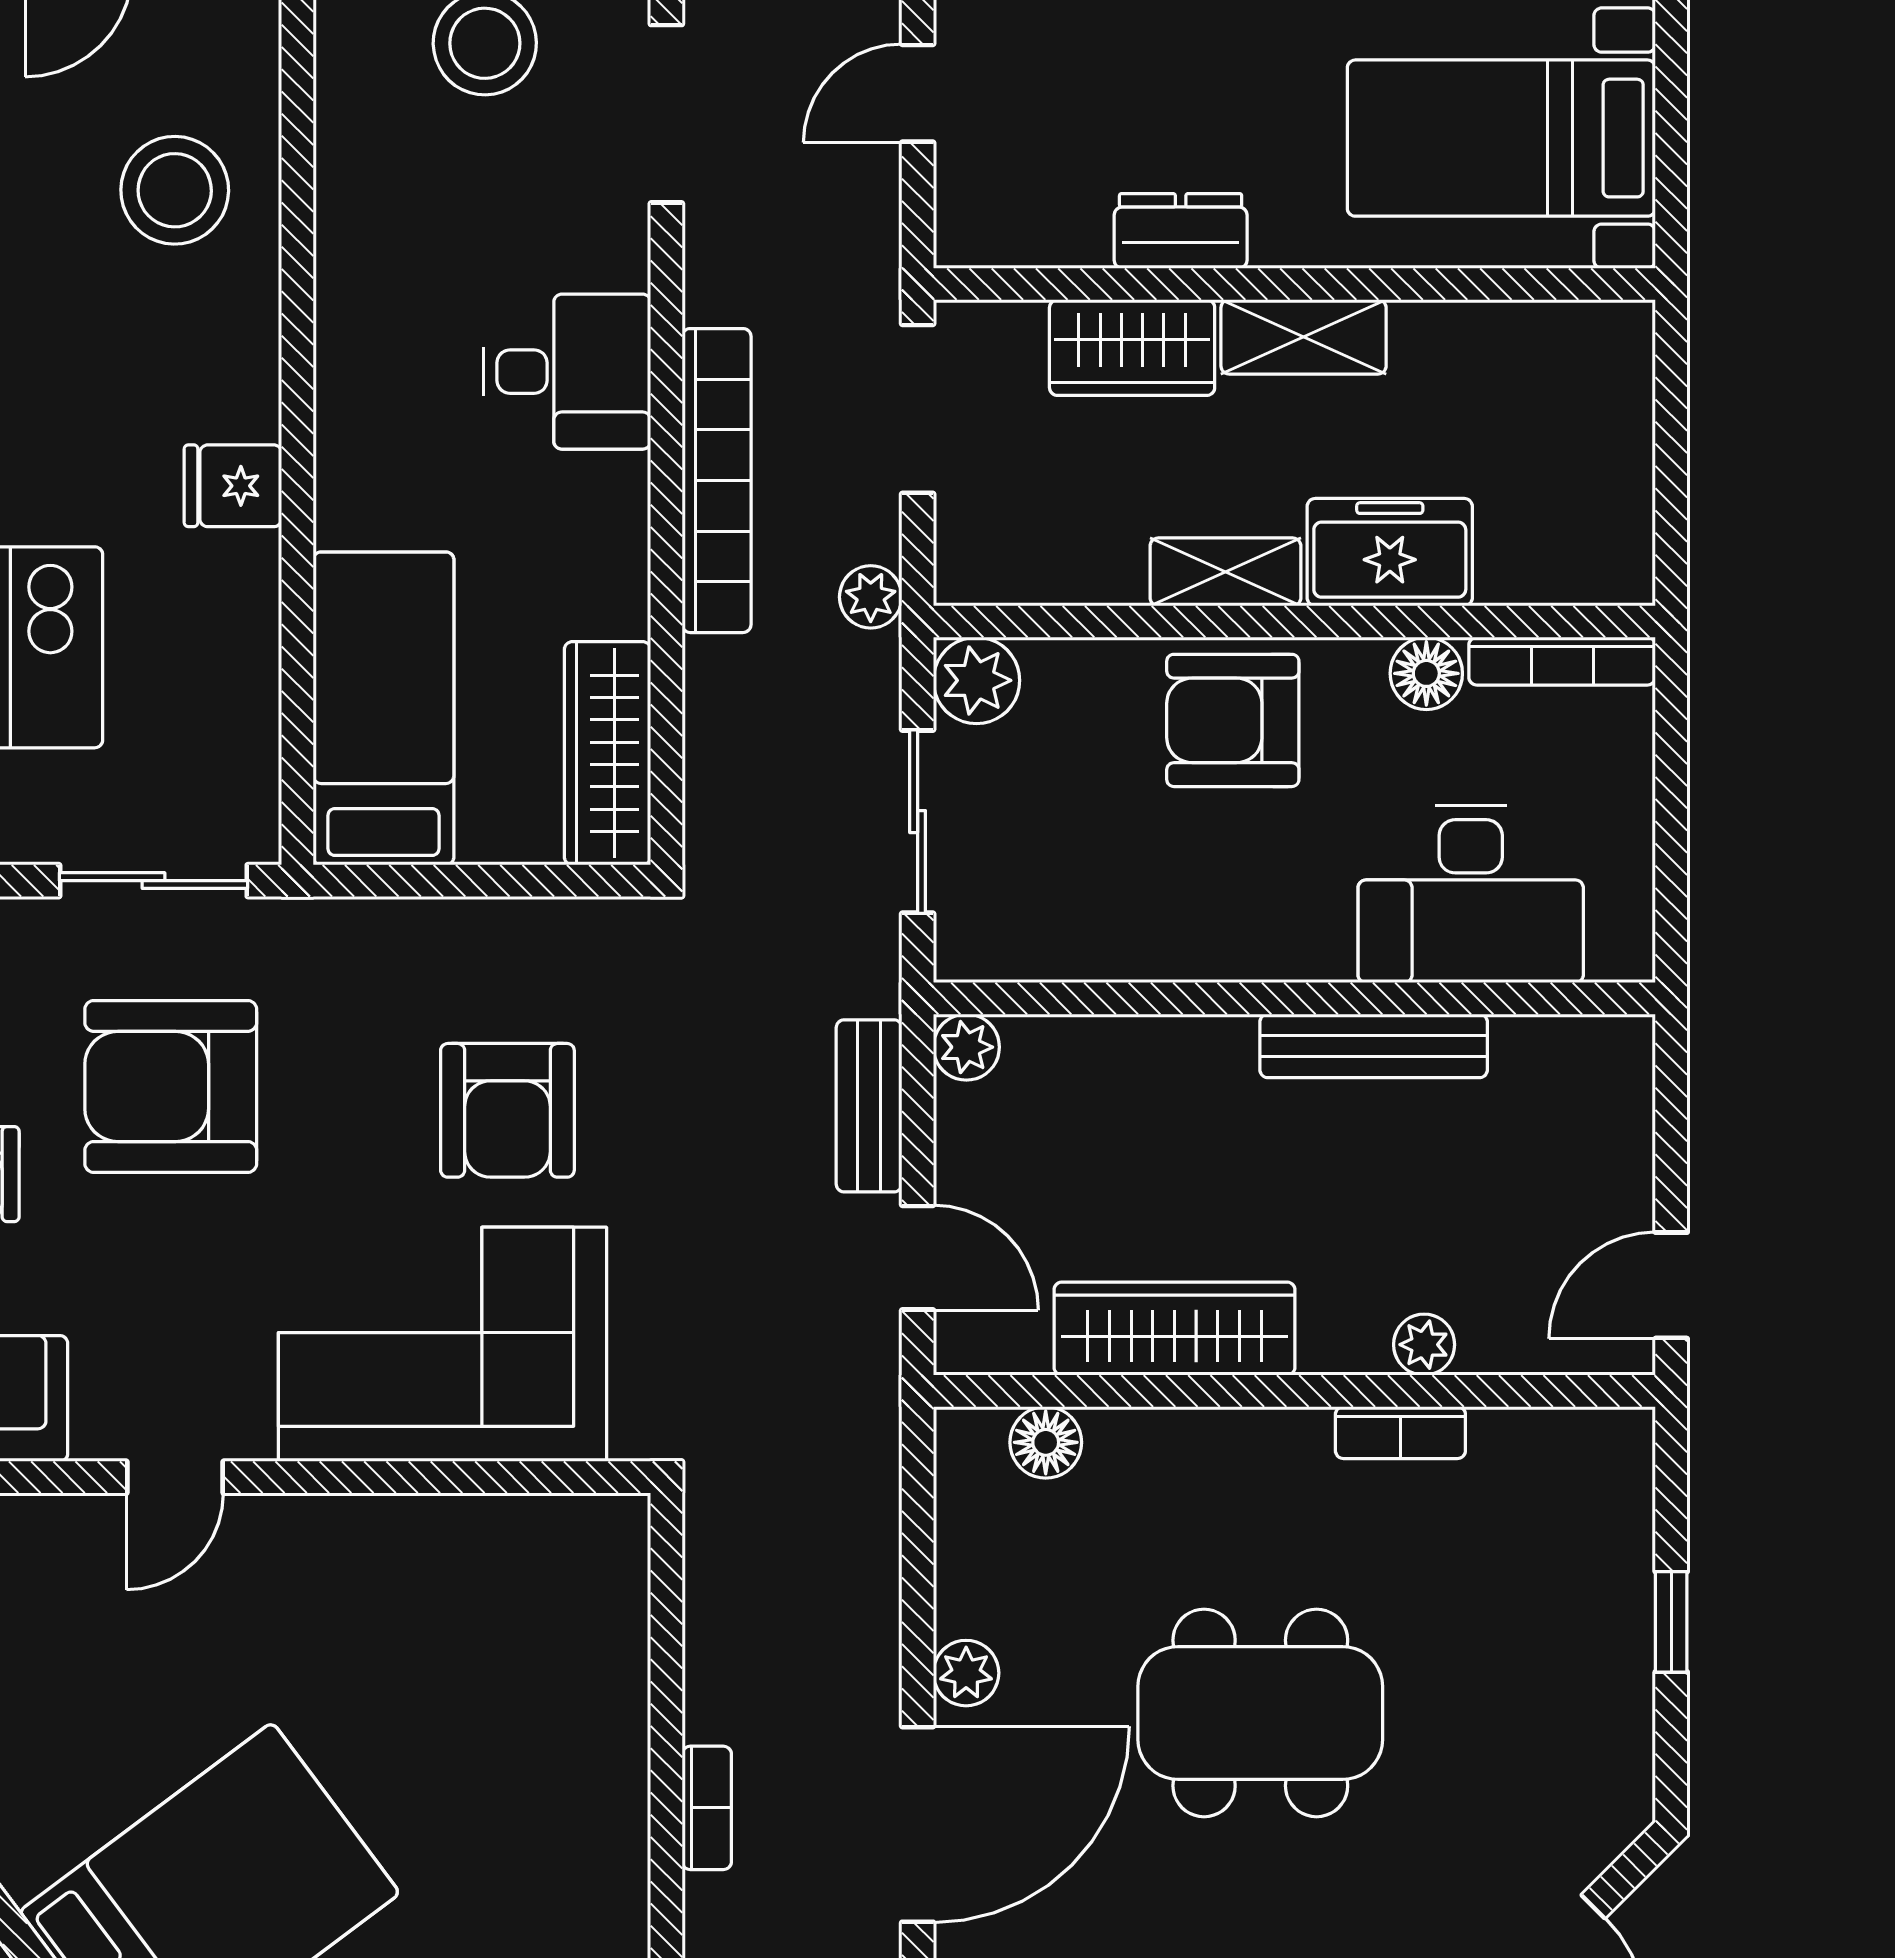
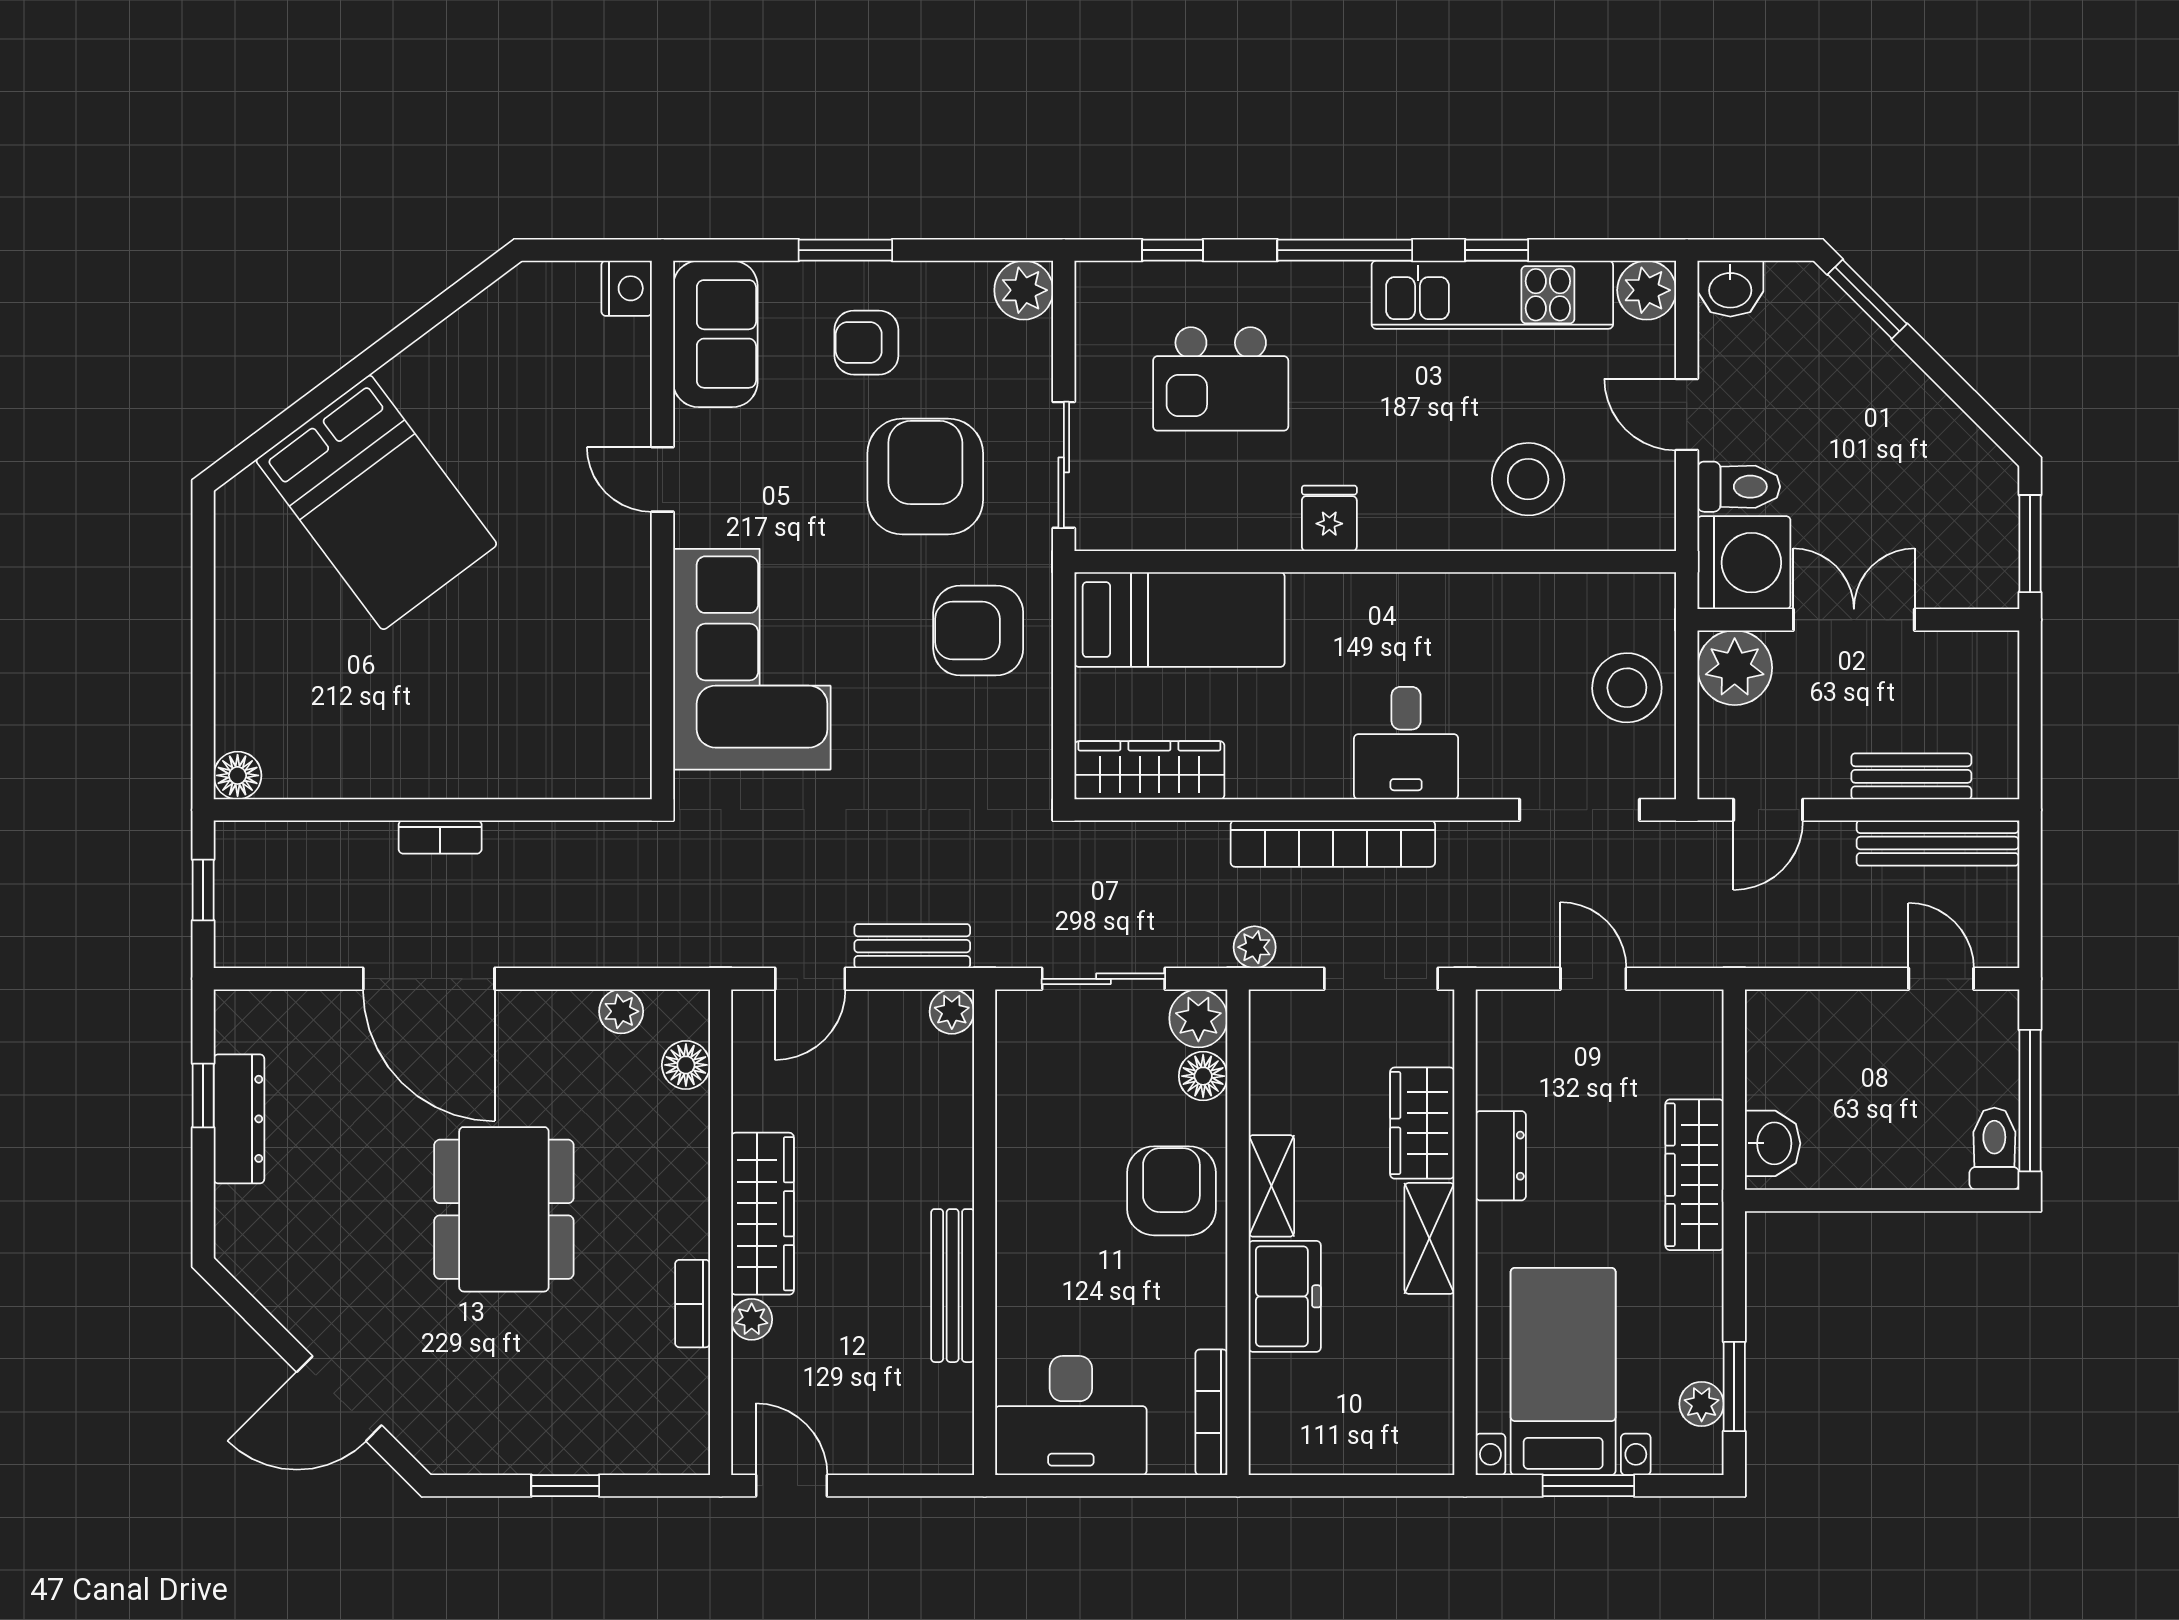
window: (1671, 101) -> (1588, 1486), added
floor lamp: (1426, 673) -> (1203, 1076), moved
desk: (1471, 894) -> (1071, 1416), moved, turned -90
armchair: (507, 1110) -> (978, 631), moved
wardrobe: (1174, 1329) -> (762, 1214), moved
plant: (966, 1673) -> (621, 1011), moved

